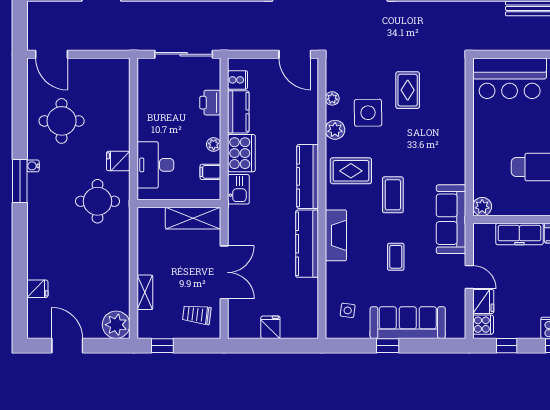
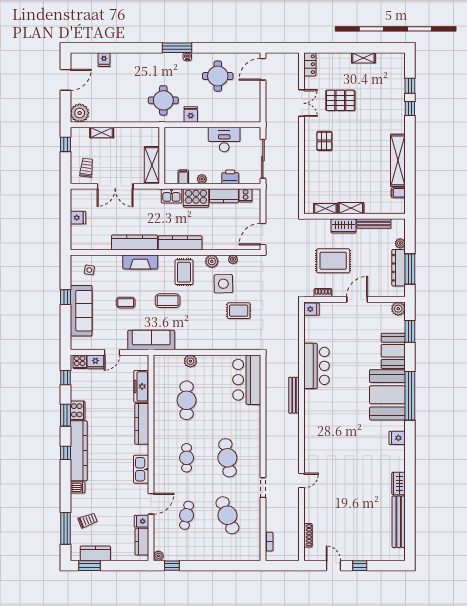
desk: (155, 165) -> (224, 140), moved
plant: (482, 207) -> (190, 361), moved

